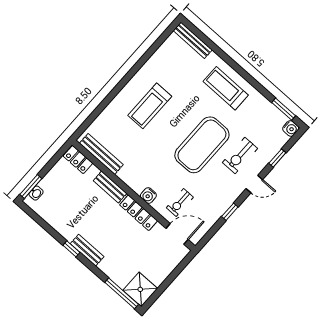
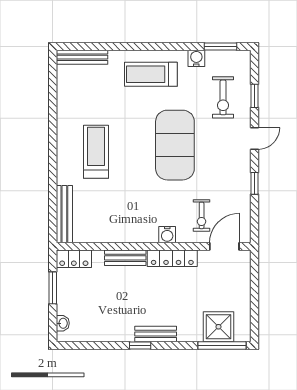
treadmill: (150, 106) -> (96, 152), turned 180
water cooler: (291, 128) -> (196, 58), moved, turned -90
bench: (101, 154) -> (64, 214), moved, turned 90
exercise bike: (240, 155) -> (223, 97), moved
window: (31, 186) -> (53, 288), moved
shower: (140, 289) -> (218, 327), moved

